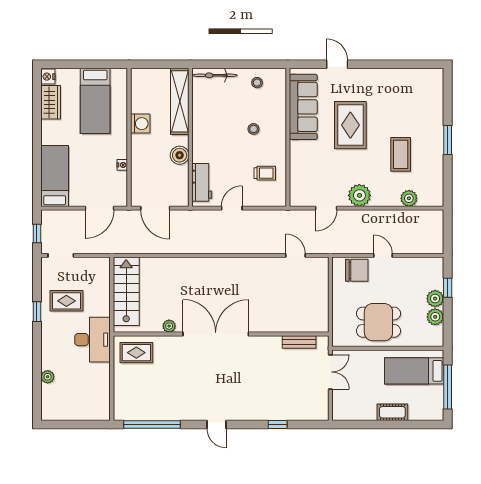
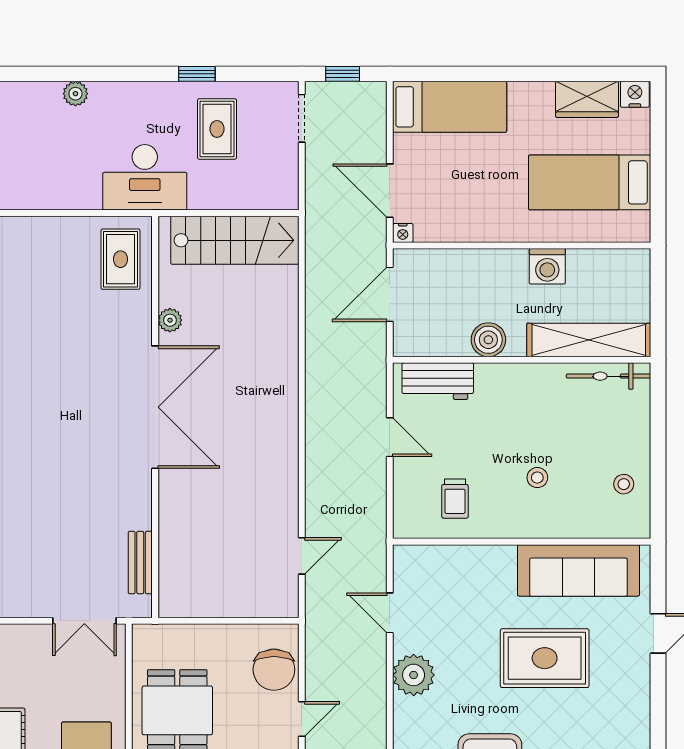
bicycle: (215, 75) -> (609, 376), moved, turned -90
nightstand: (122, 165) -> (403, 233), moved

